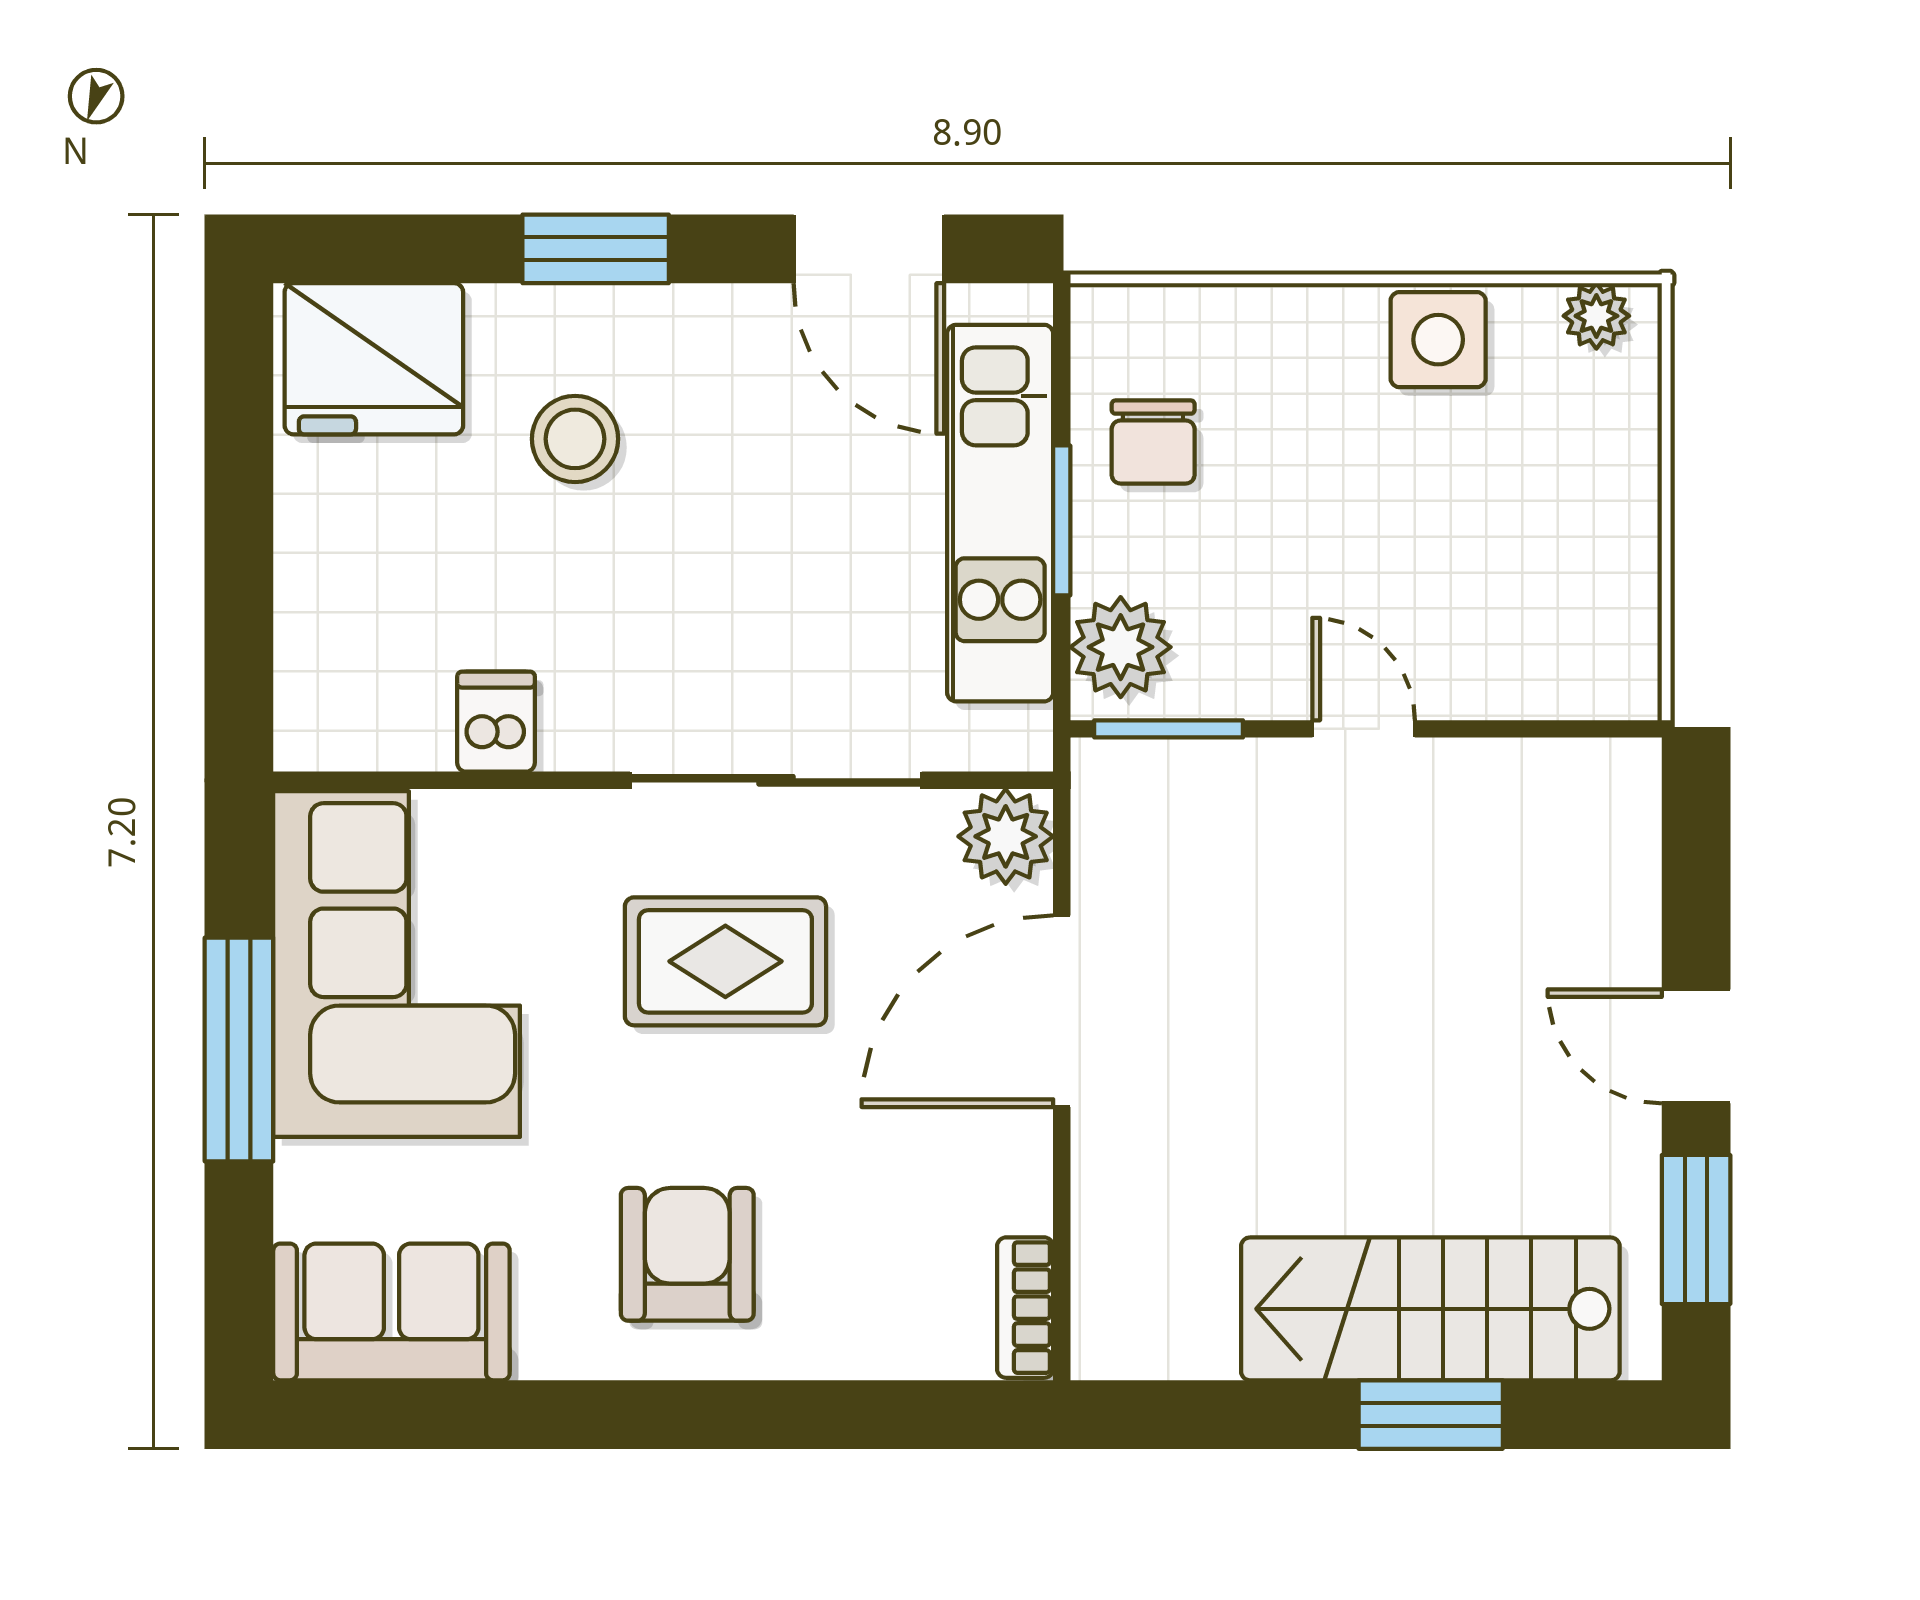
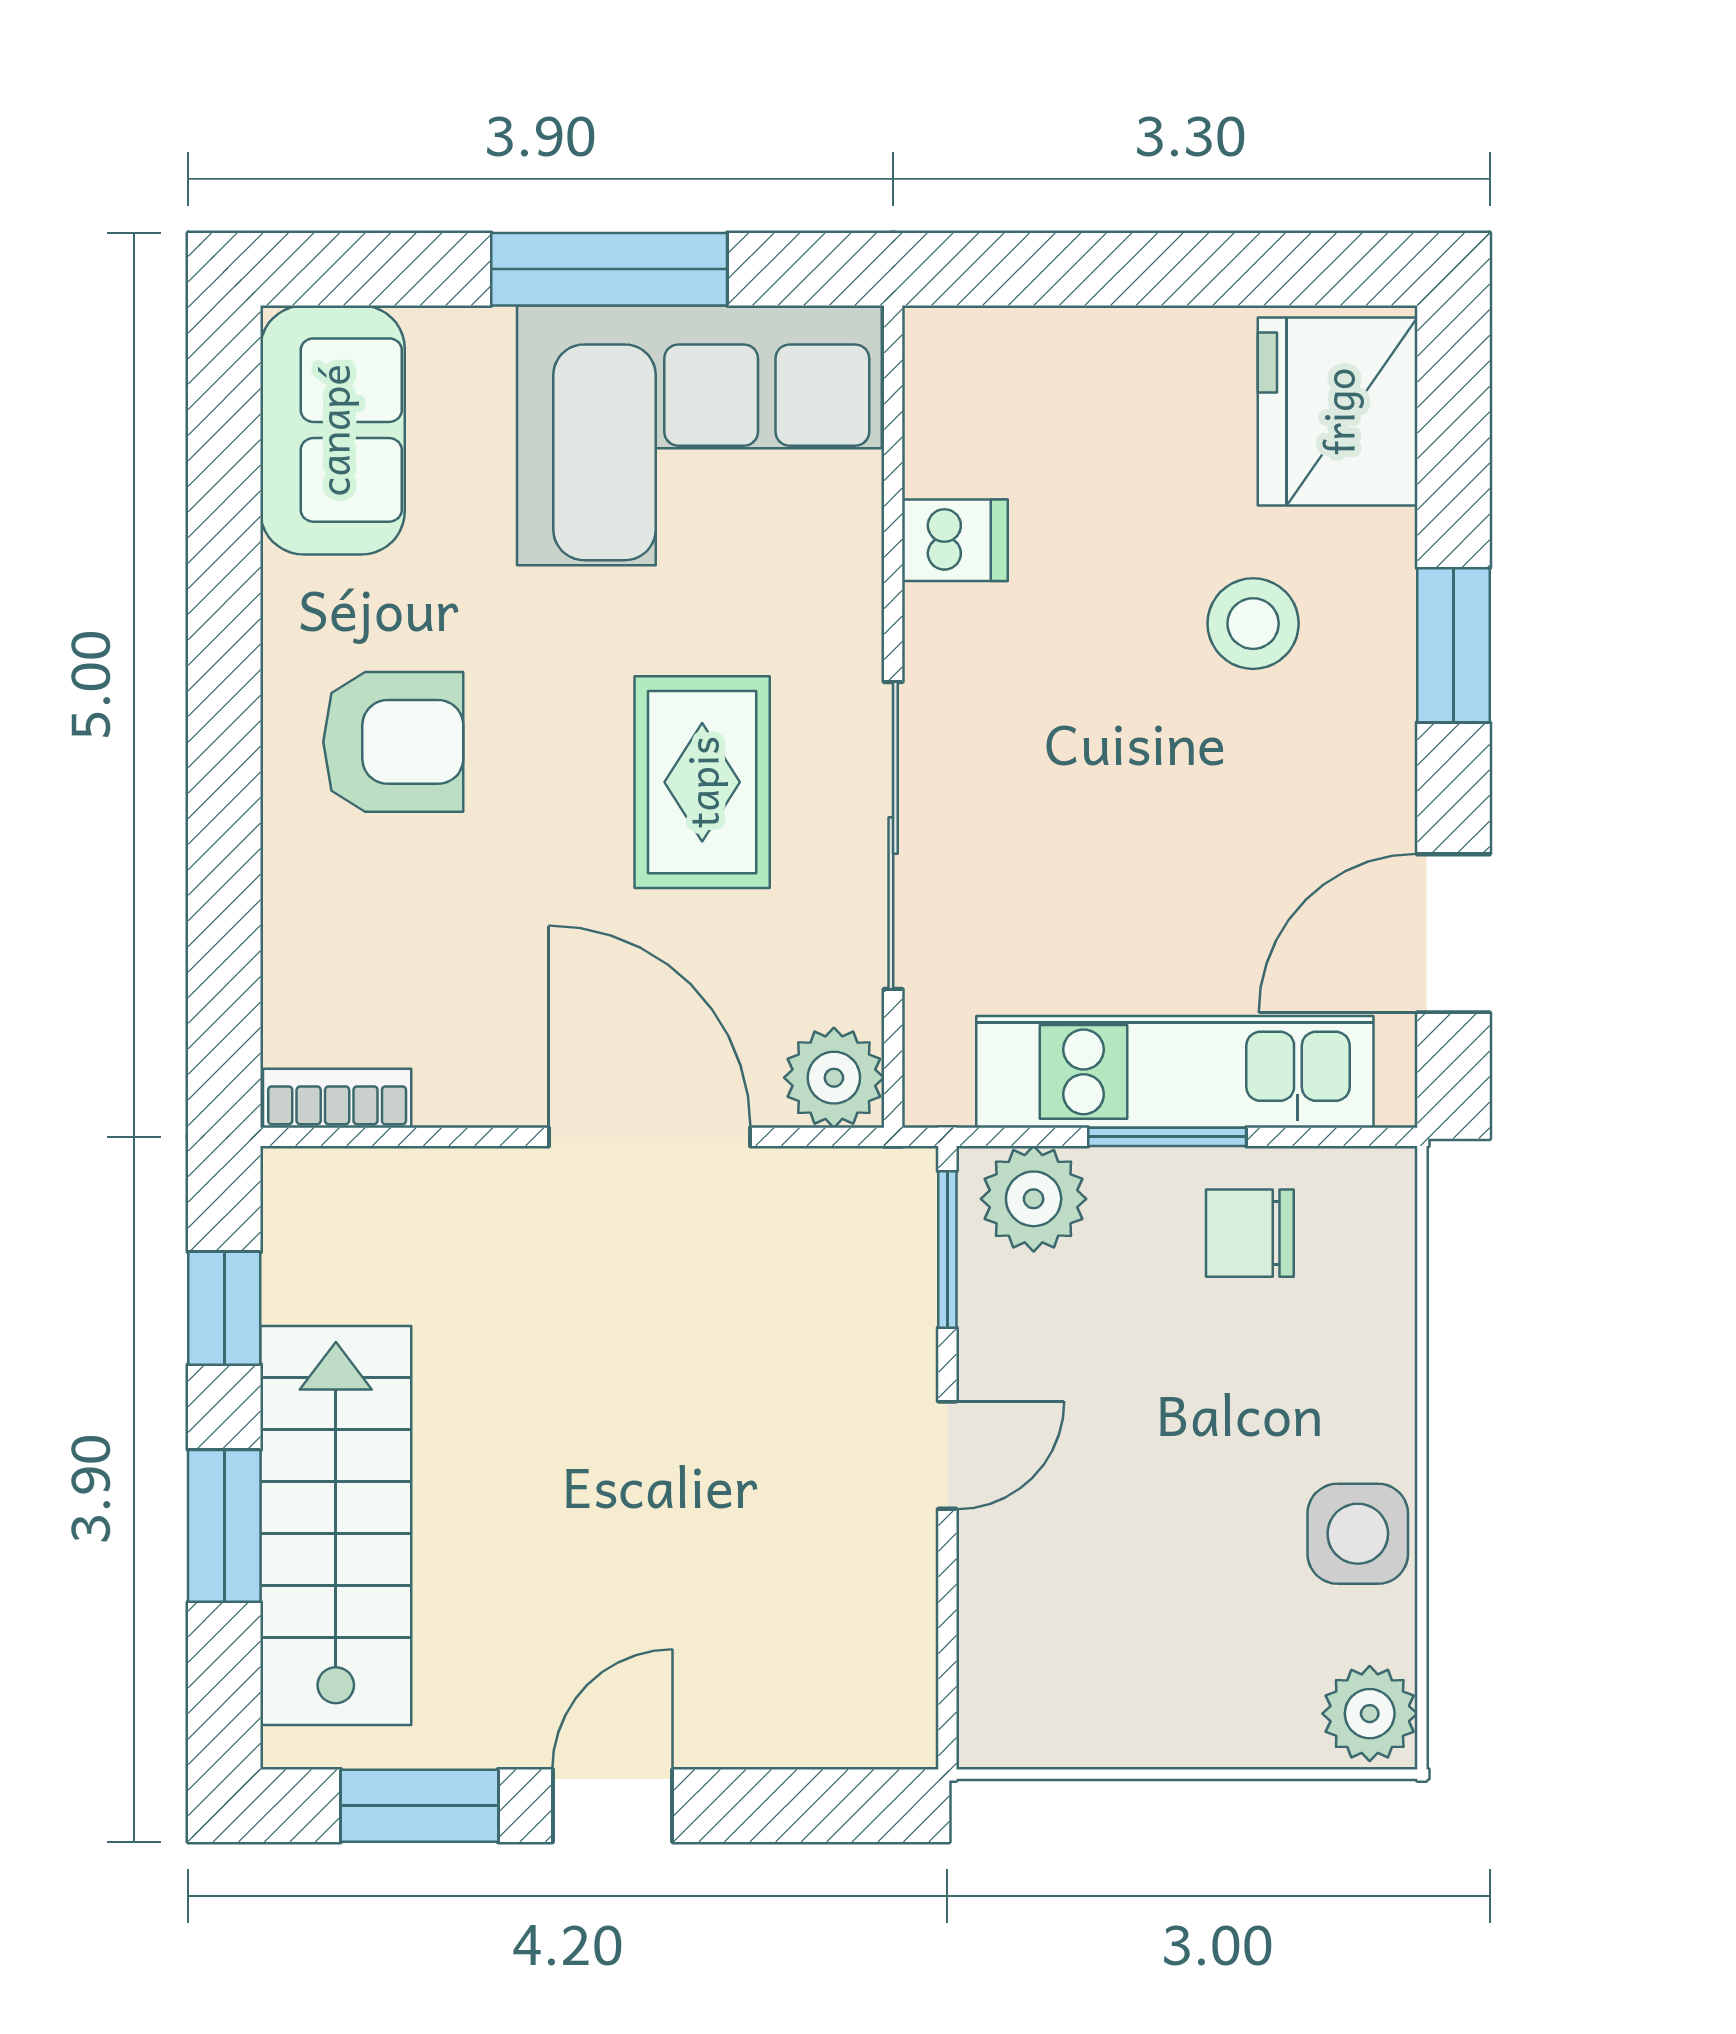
plant: (1596, 316) -> (1370, 1714), width x1.38, depth x1.38
window: (1224, 1415) -> (224, 1308), added

